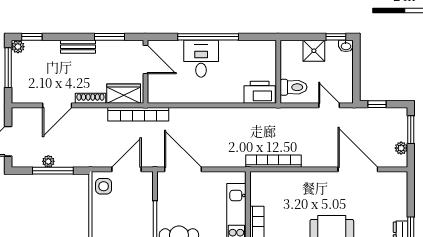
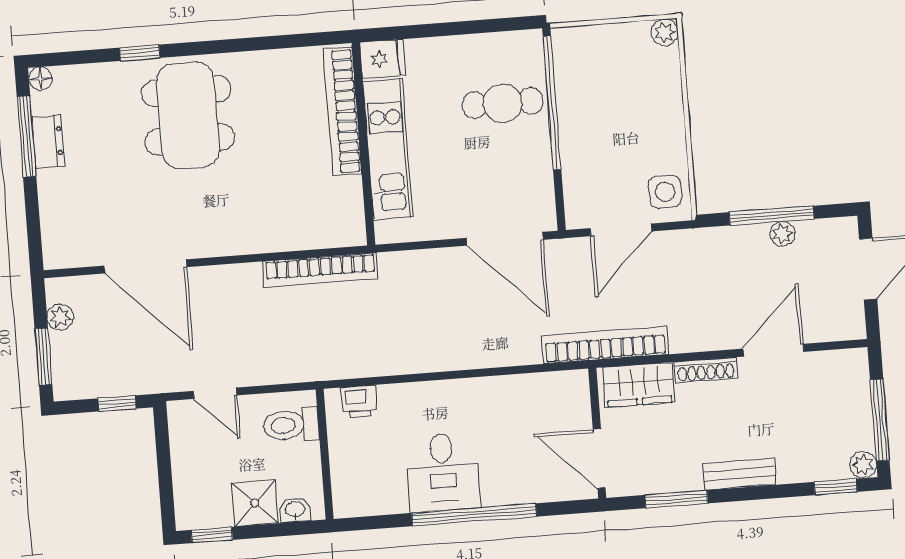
washbasin: (346, 46) -> (295, 510), moved
desk: (201, 59) -> (443, 472), moved
printer: (260, 92) -> (359, 402), width x0.53, depth x0.68

